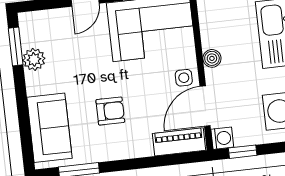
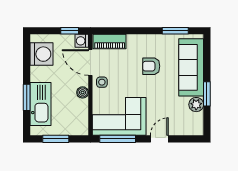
window: (16, 46) -> (207, 94), moved
door: (205, 106) -> (90, 63), swing flipped
sofa: (49, 128) -> (191, 67), width x1.36

